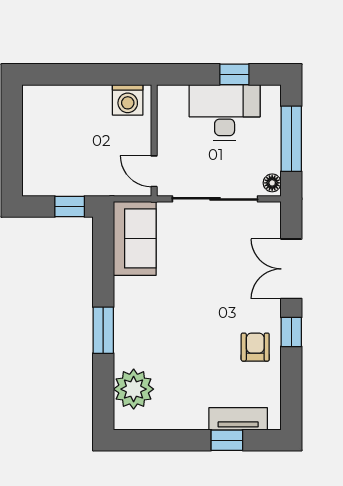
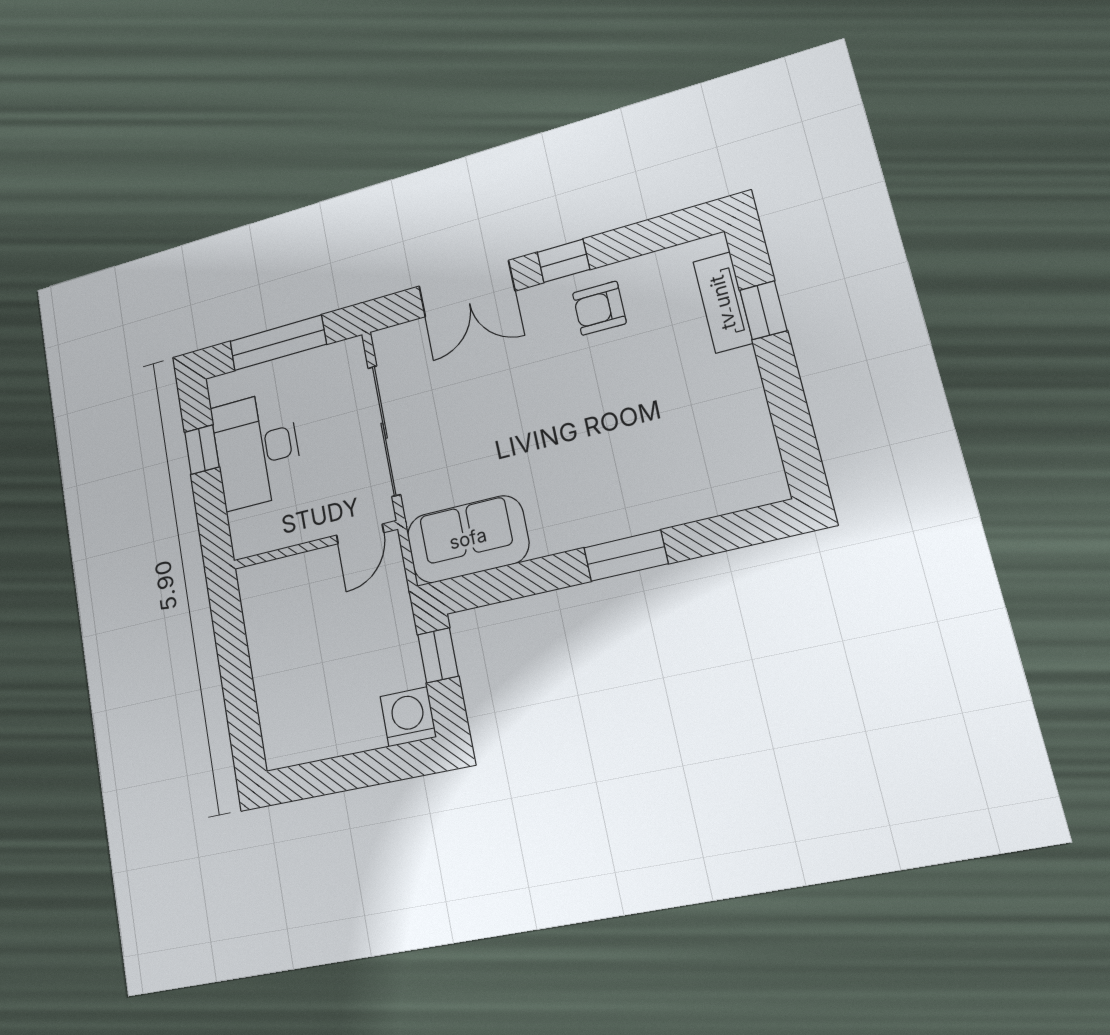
washing machine: (128, 100) -> (408, 717), moved, turned -90
floor lamp: (272, 183) -> (345, 352), removed
plant: (134, 389) -> (713, 483), removed

